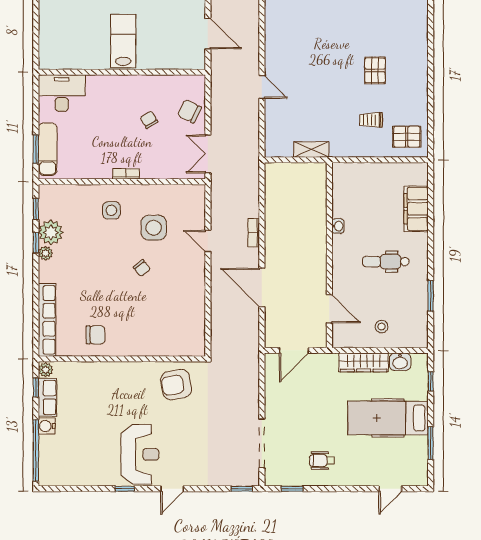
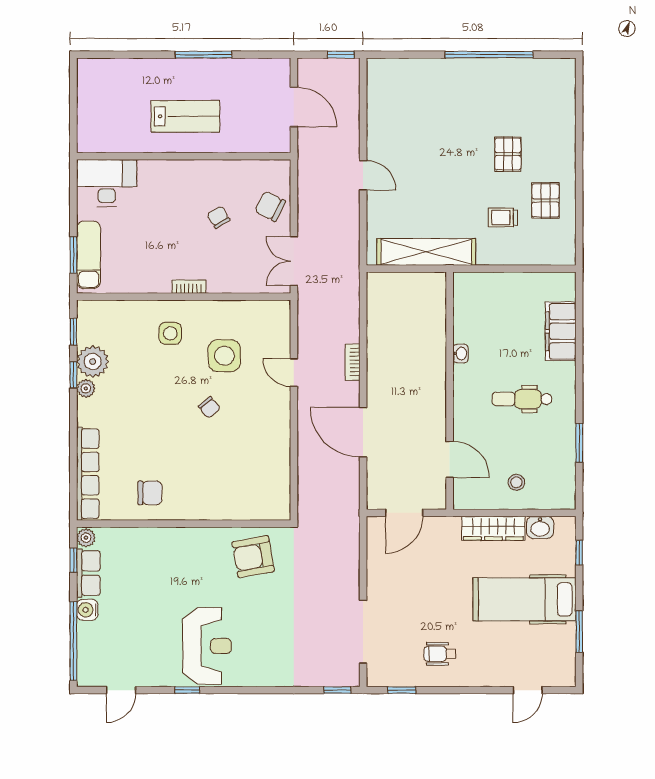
lab bench: (123, 41) -> (185, 116), turned 90
pallet: (407, 137) -> (545, 200), moved, turned 90
shelving: (311, 149) -> (426, 252), width x2.20, depth x1.33
door: (172, 489) -> (121, 690), moved

